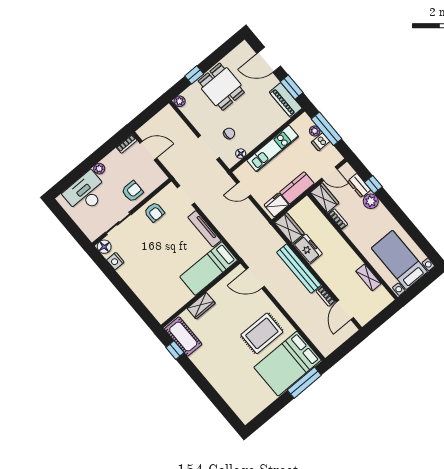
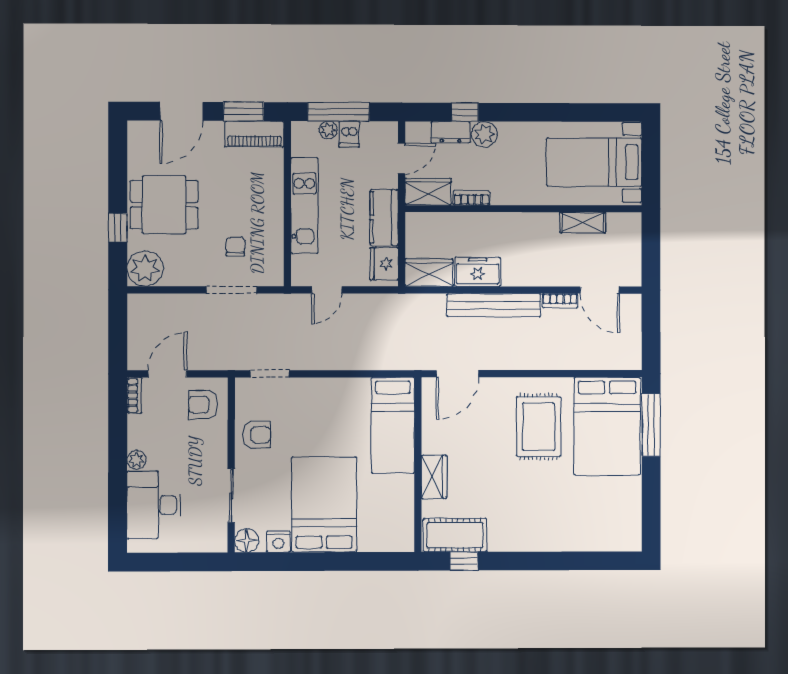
plant: (180, 101) -> (145, 268), width x1.88, depth x1.88
floor lamp: (241, 154) -> (275, 254), removed
armchair: (132, 191) -> (203, 405), moved, turned -90
tv unit: (204, 229) -> (335, 387), removed
bed: (148, 267) -> (324, 504), added

